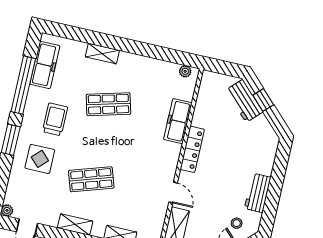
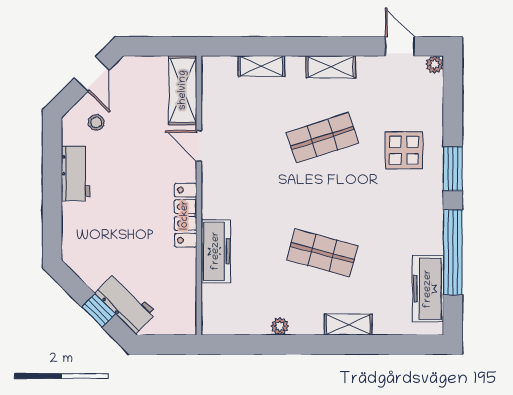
plant: (185, 71) -> (280, 326), moved
shop shelf: (108, 104) -> (322, 253), turned 30
trolley: (55, 119) -> (395, 213), removed

